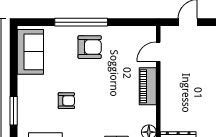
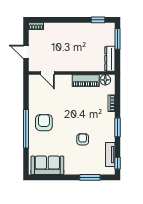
piano: (148, 86) -> (86, 81), moved

